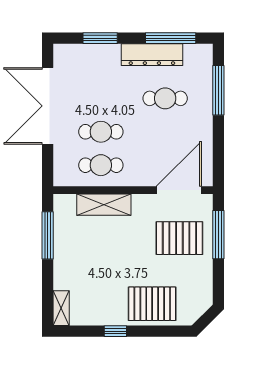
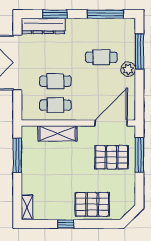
dresser: (152, 55) -> (43, 26), moved
plant: (203, 115) -> (128, 69), added

